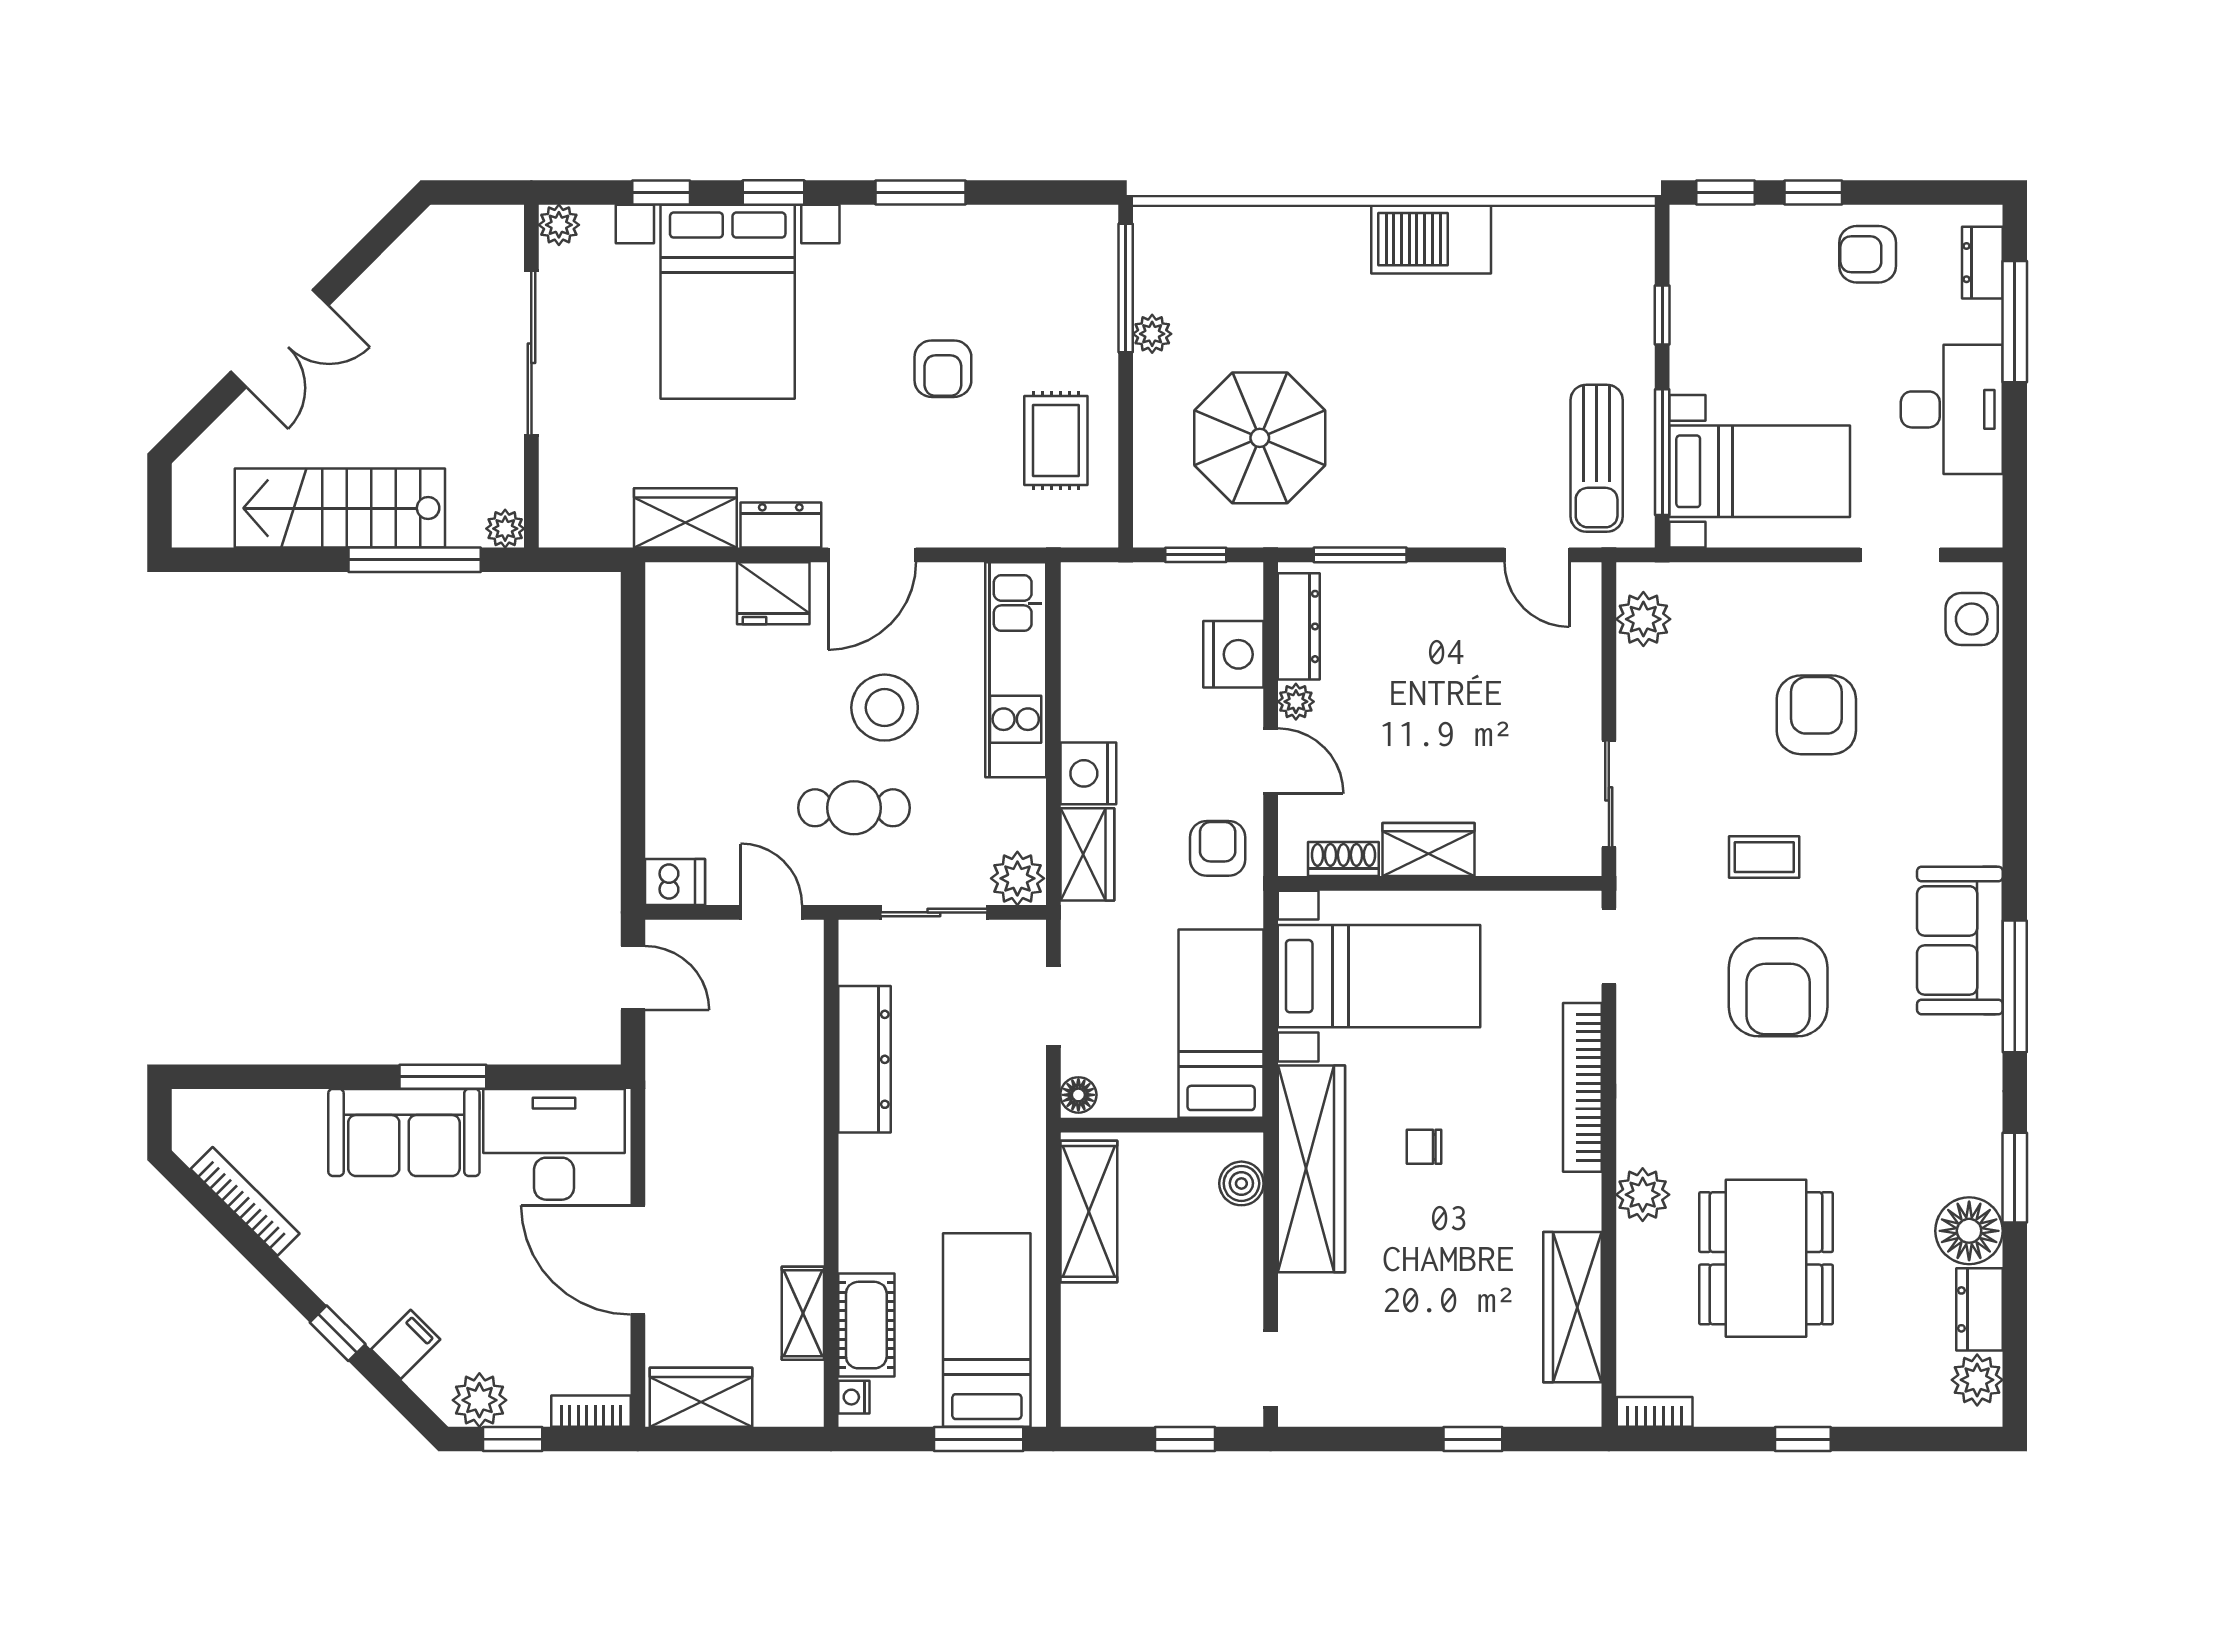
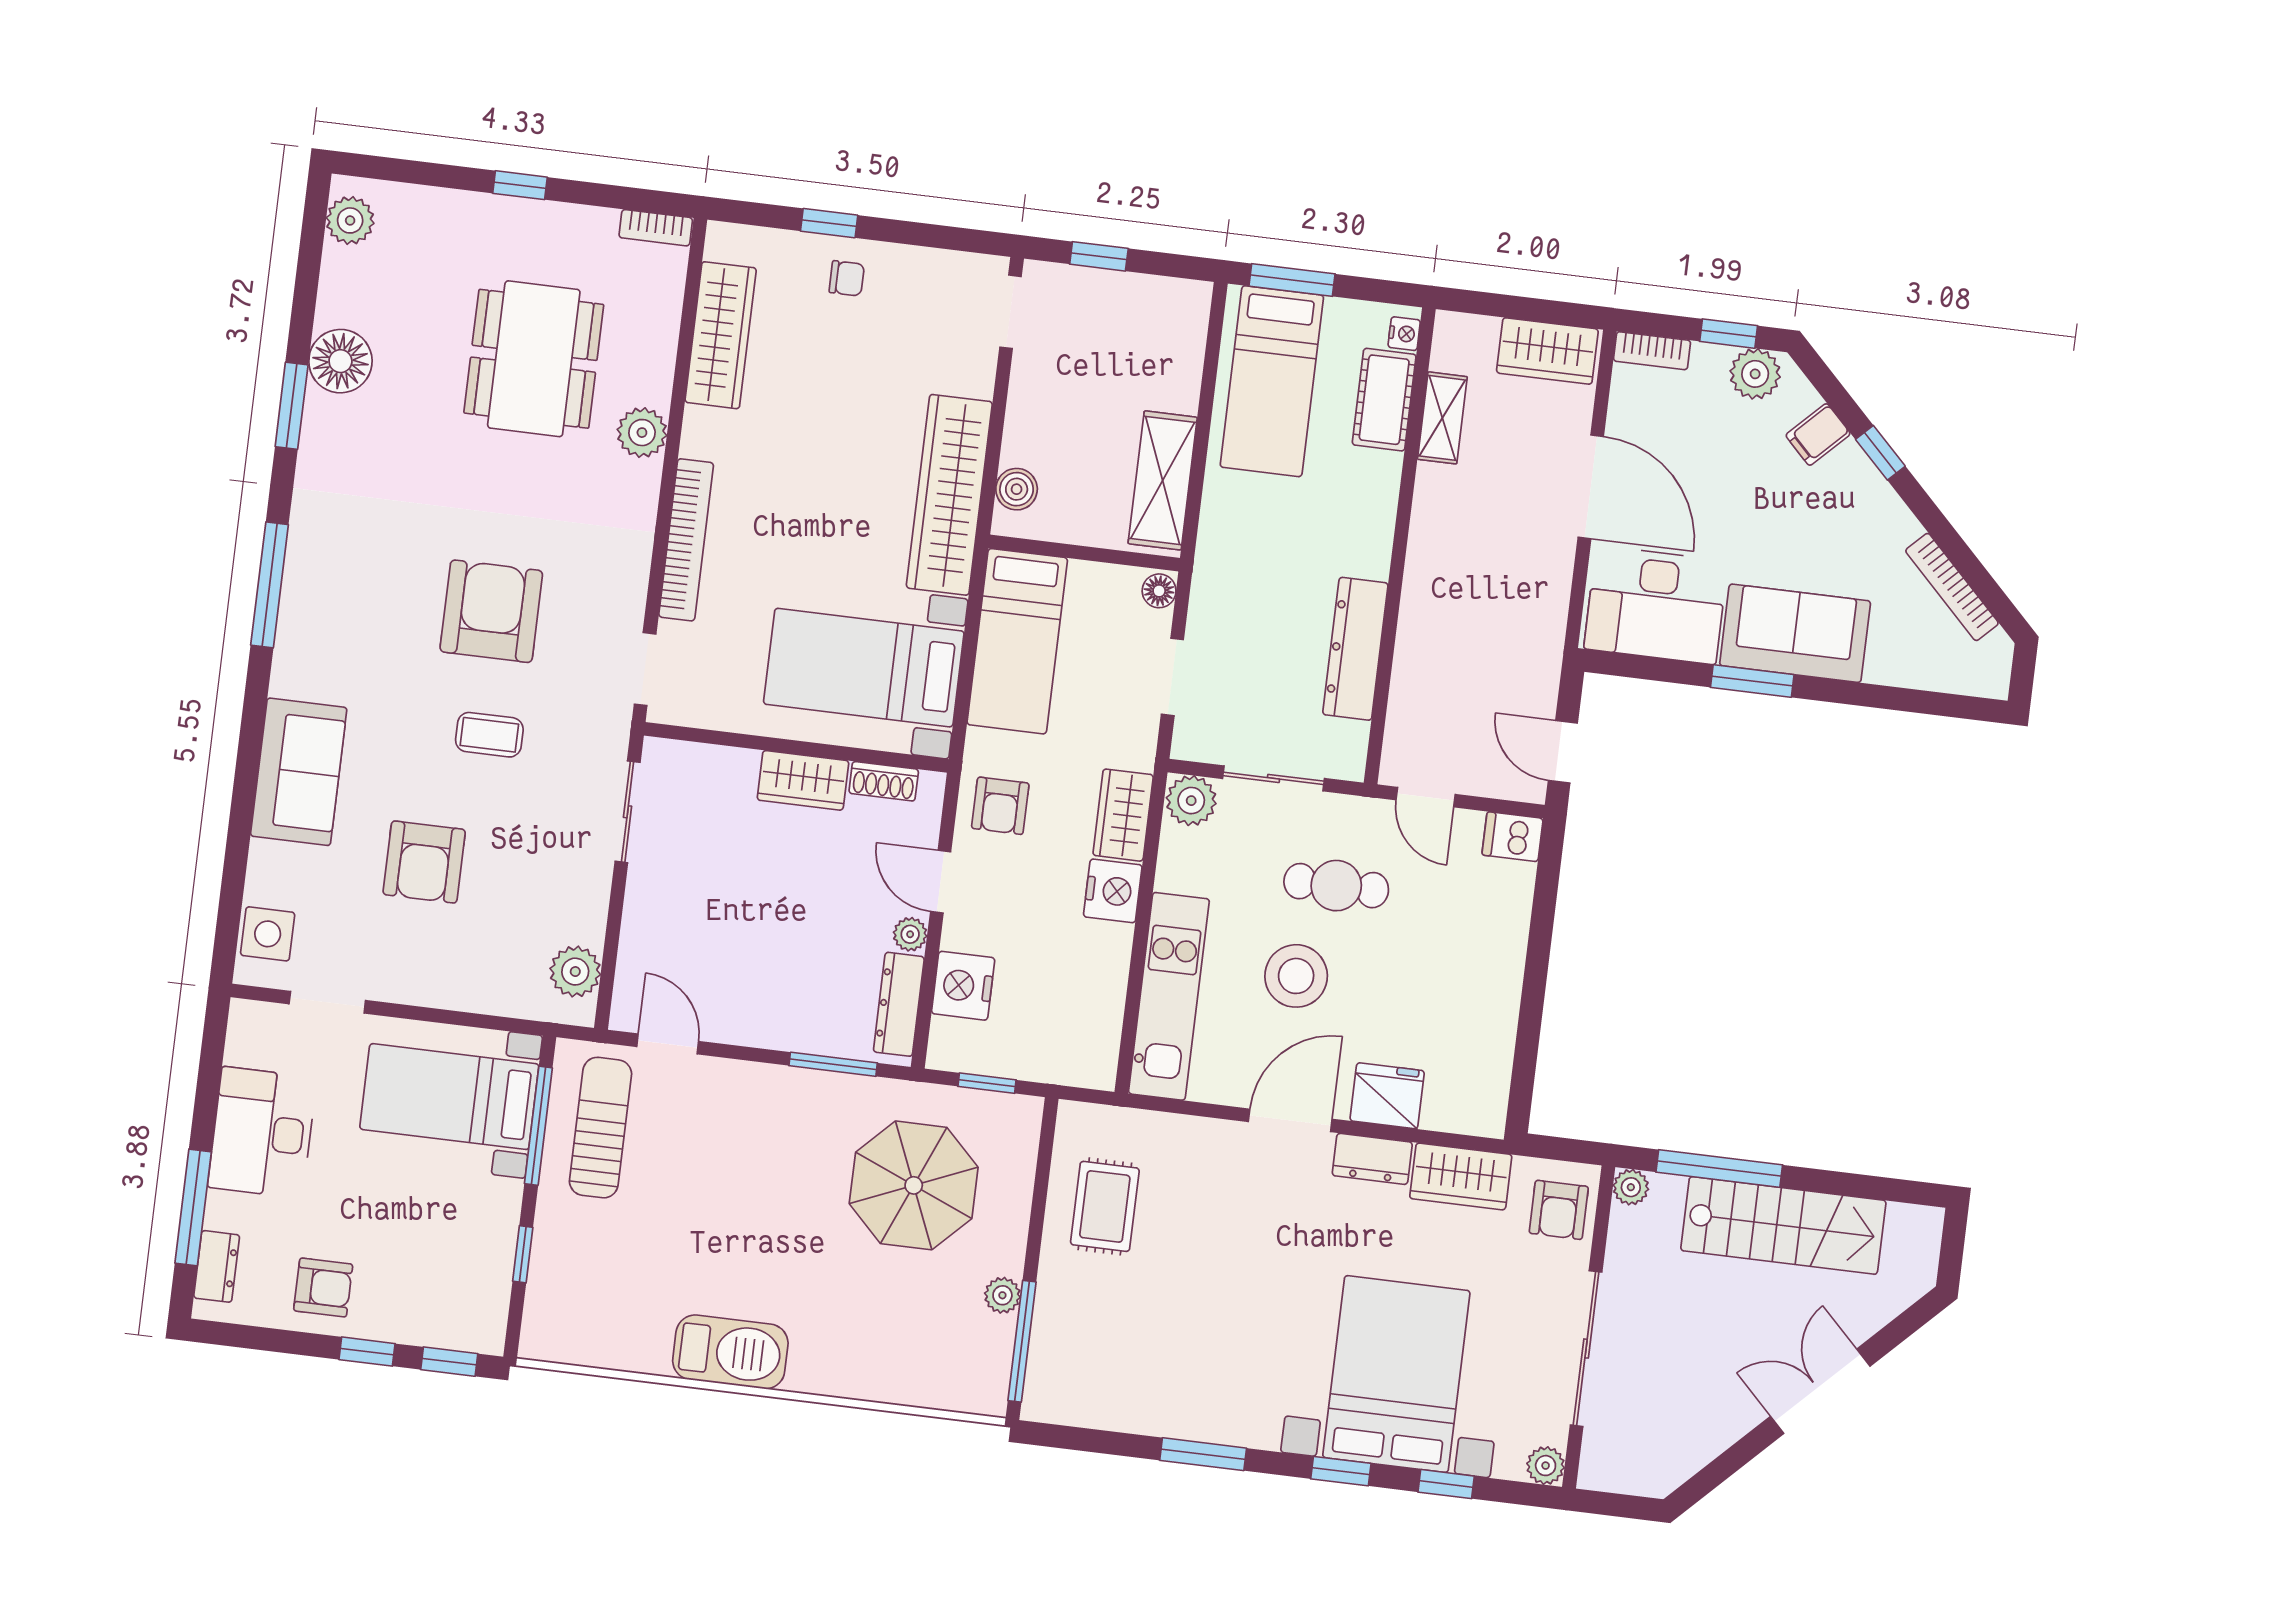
armchair: (943, 369) -> (1559, 1210), moved, turned 180
sofa: (1960, 940) -> (299, 772), moved
chair: (1424, 1147) -> (847, 278), moved
dresser: (1979, 1309) -> (340, 286), removed

